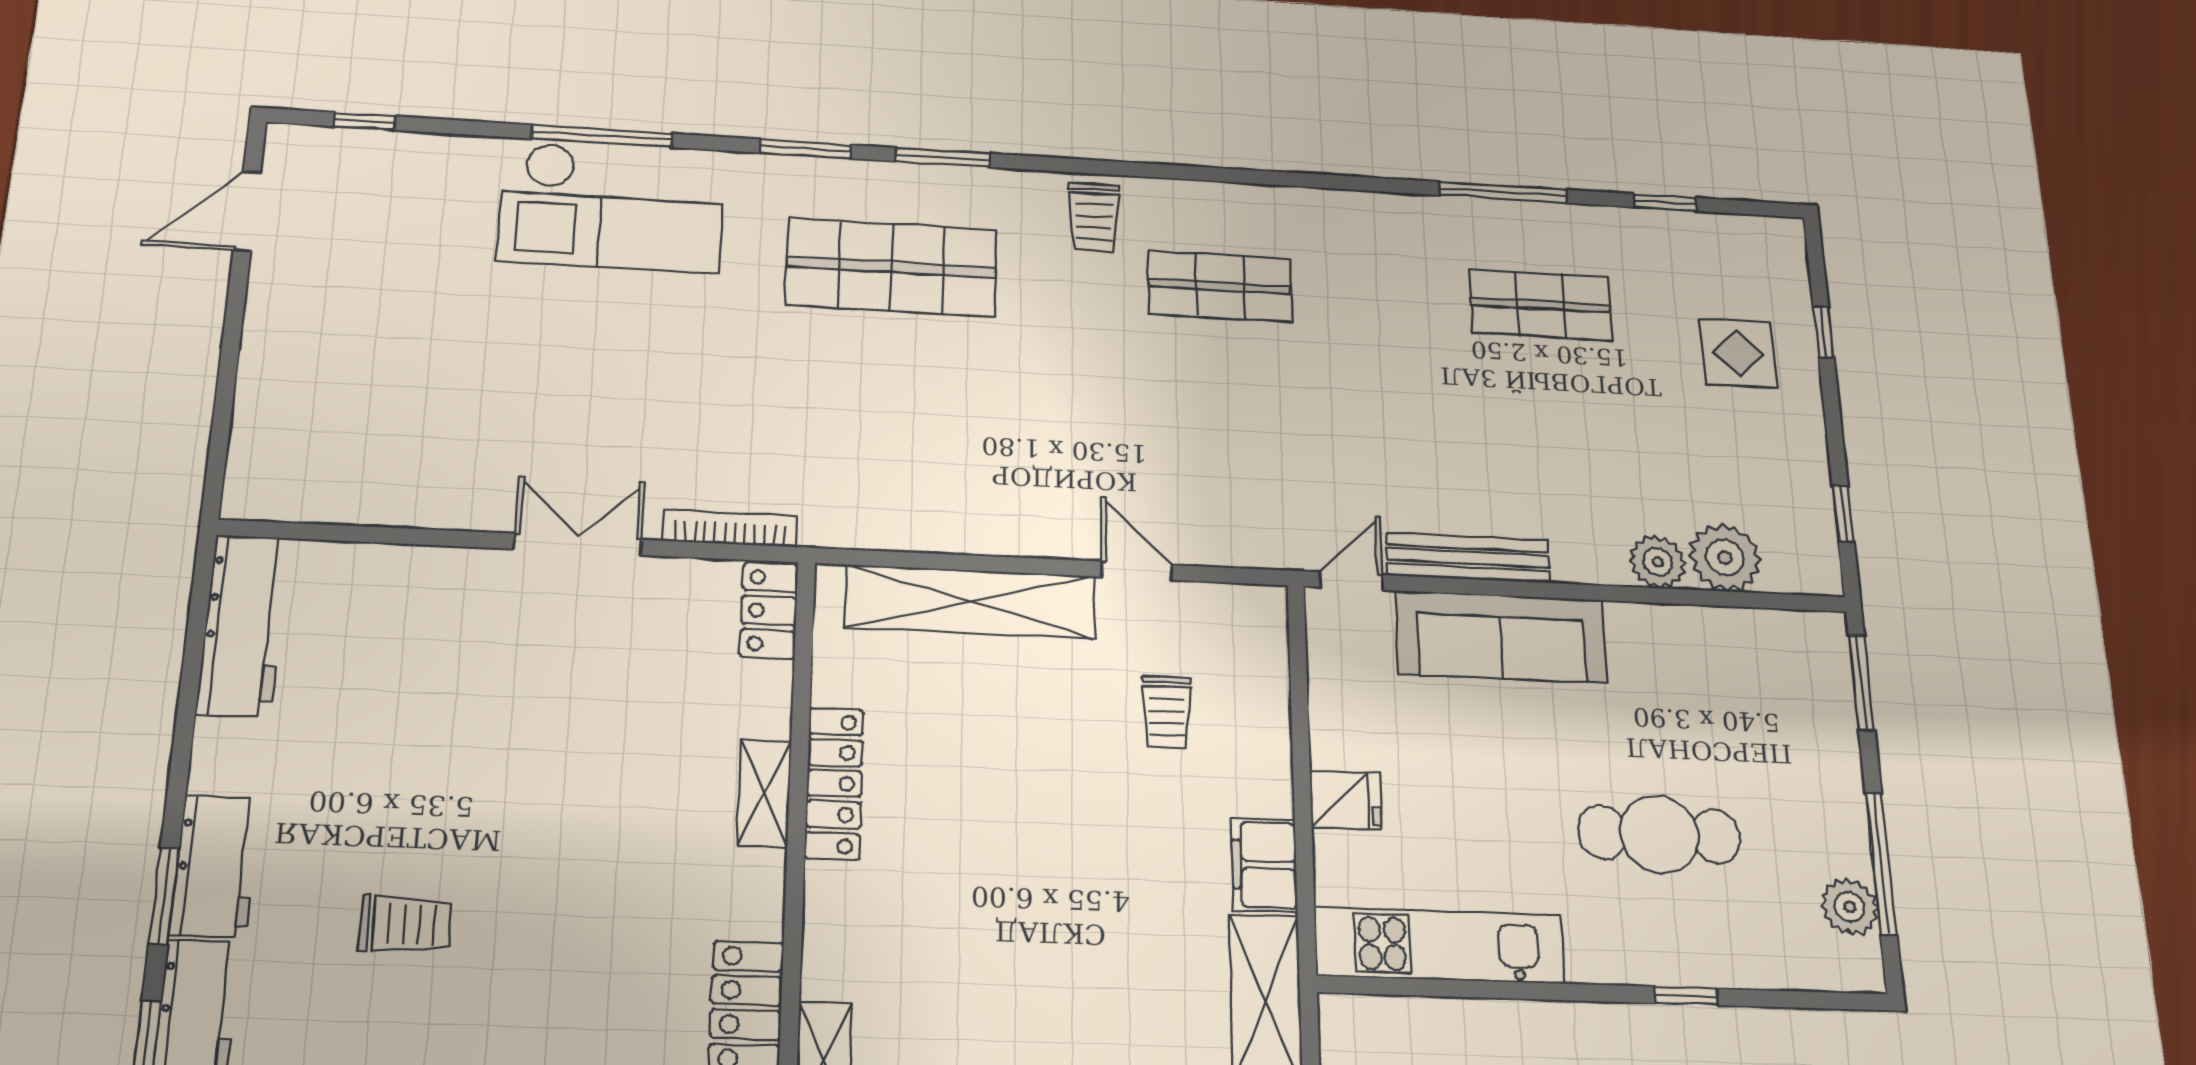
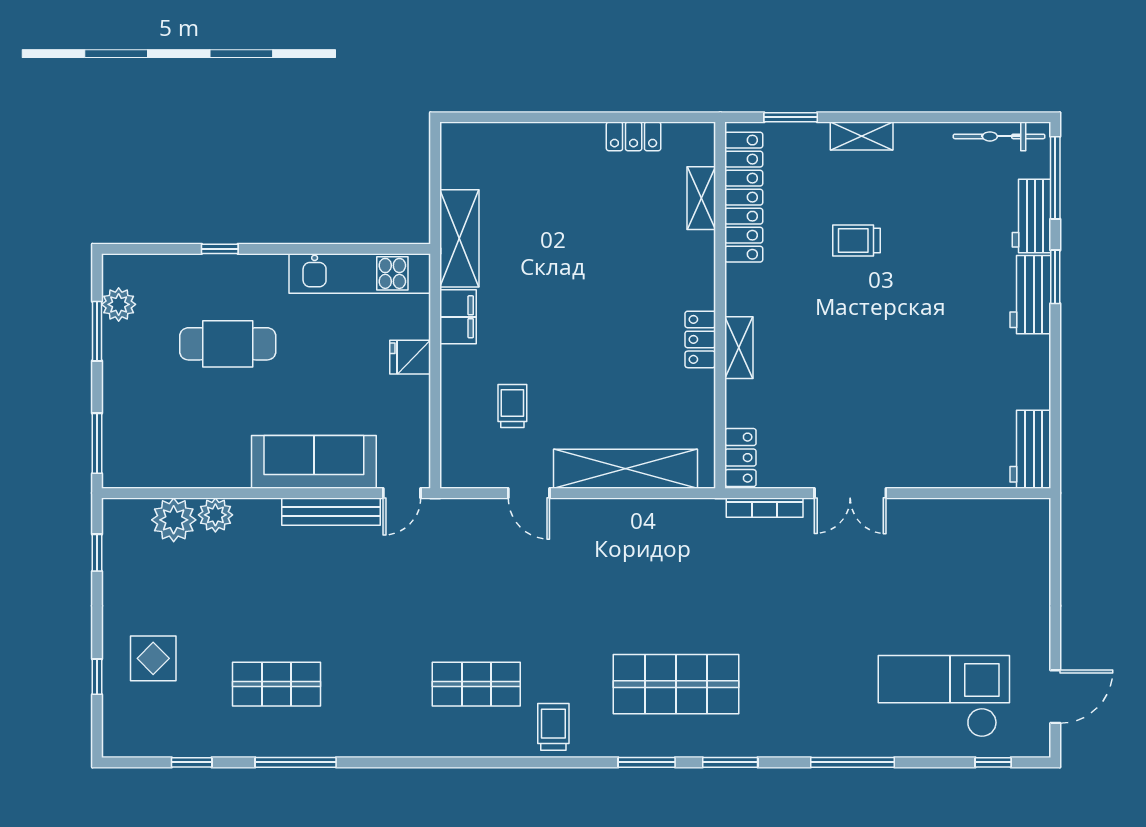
checkout: (612, 207) -> (944, 696), moved
workbench: (243, 625) -> (1030, 449), width x0.73
locker: (834, 783) -> (700, 339), width x0.66
window: (1881, 864) -> (97, 331), width x0.69
trolley: (405, 924) -> (857, 240), moved

